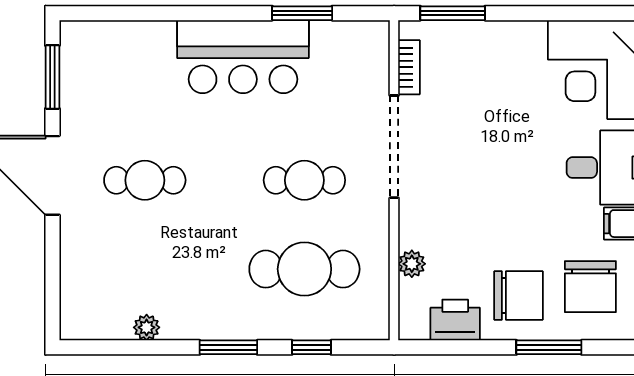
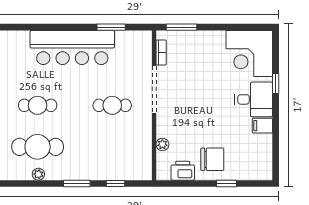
bar counter: (243, 57) -> (72, 47), width x1.36
cafe table: (304, 269) -> (38, 147), moved
chair: (590, 287) -> (246, 155), removed
window: (549, 347) -> (227, 183), width x0.67

